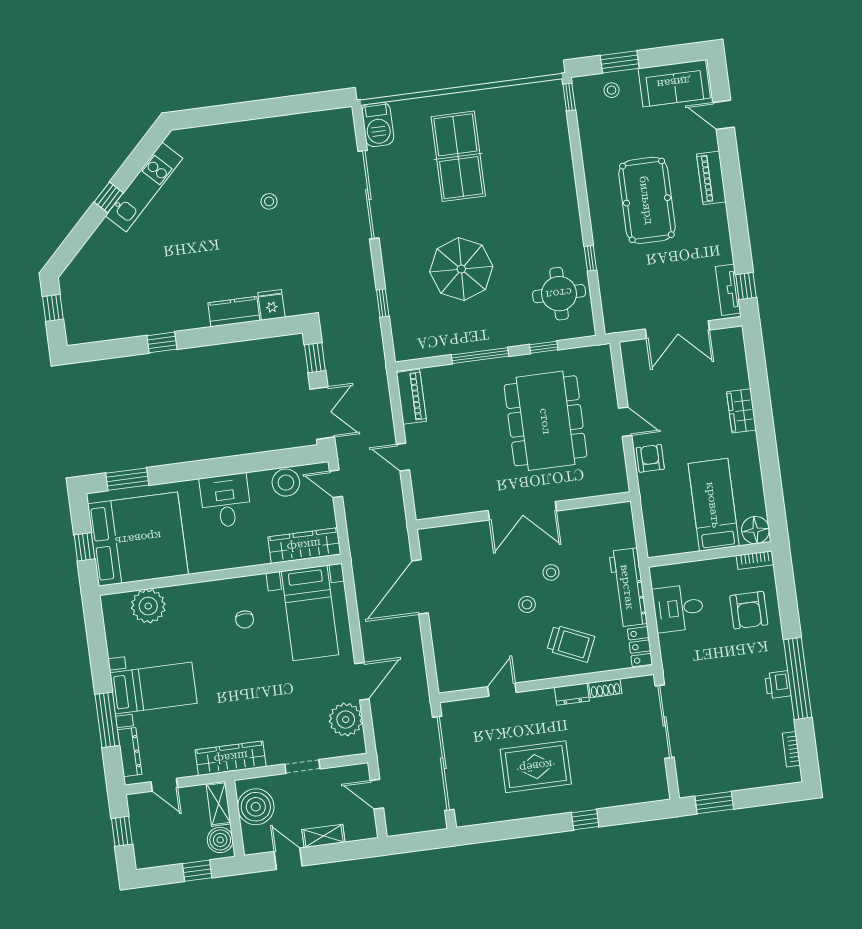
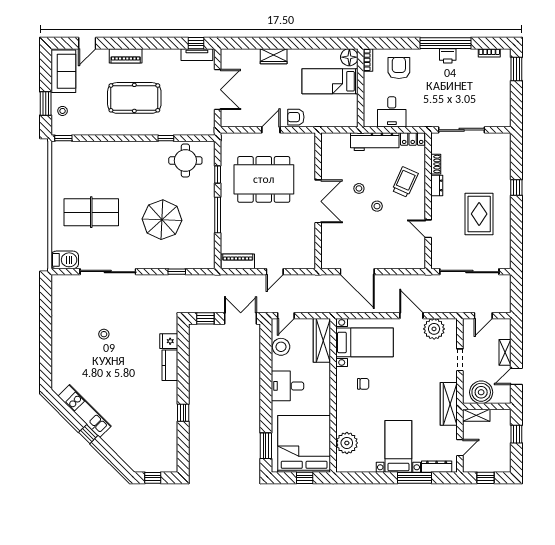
armchair: (749, 610) -> (399, 68), turned -90
window: (714, 803) -> (516, 69), moved
boiler: (220, 840) -> (499, 417), removed

